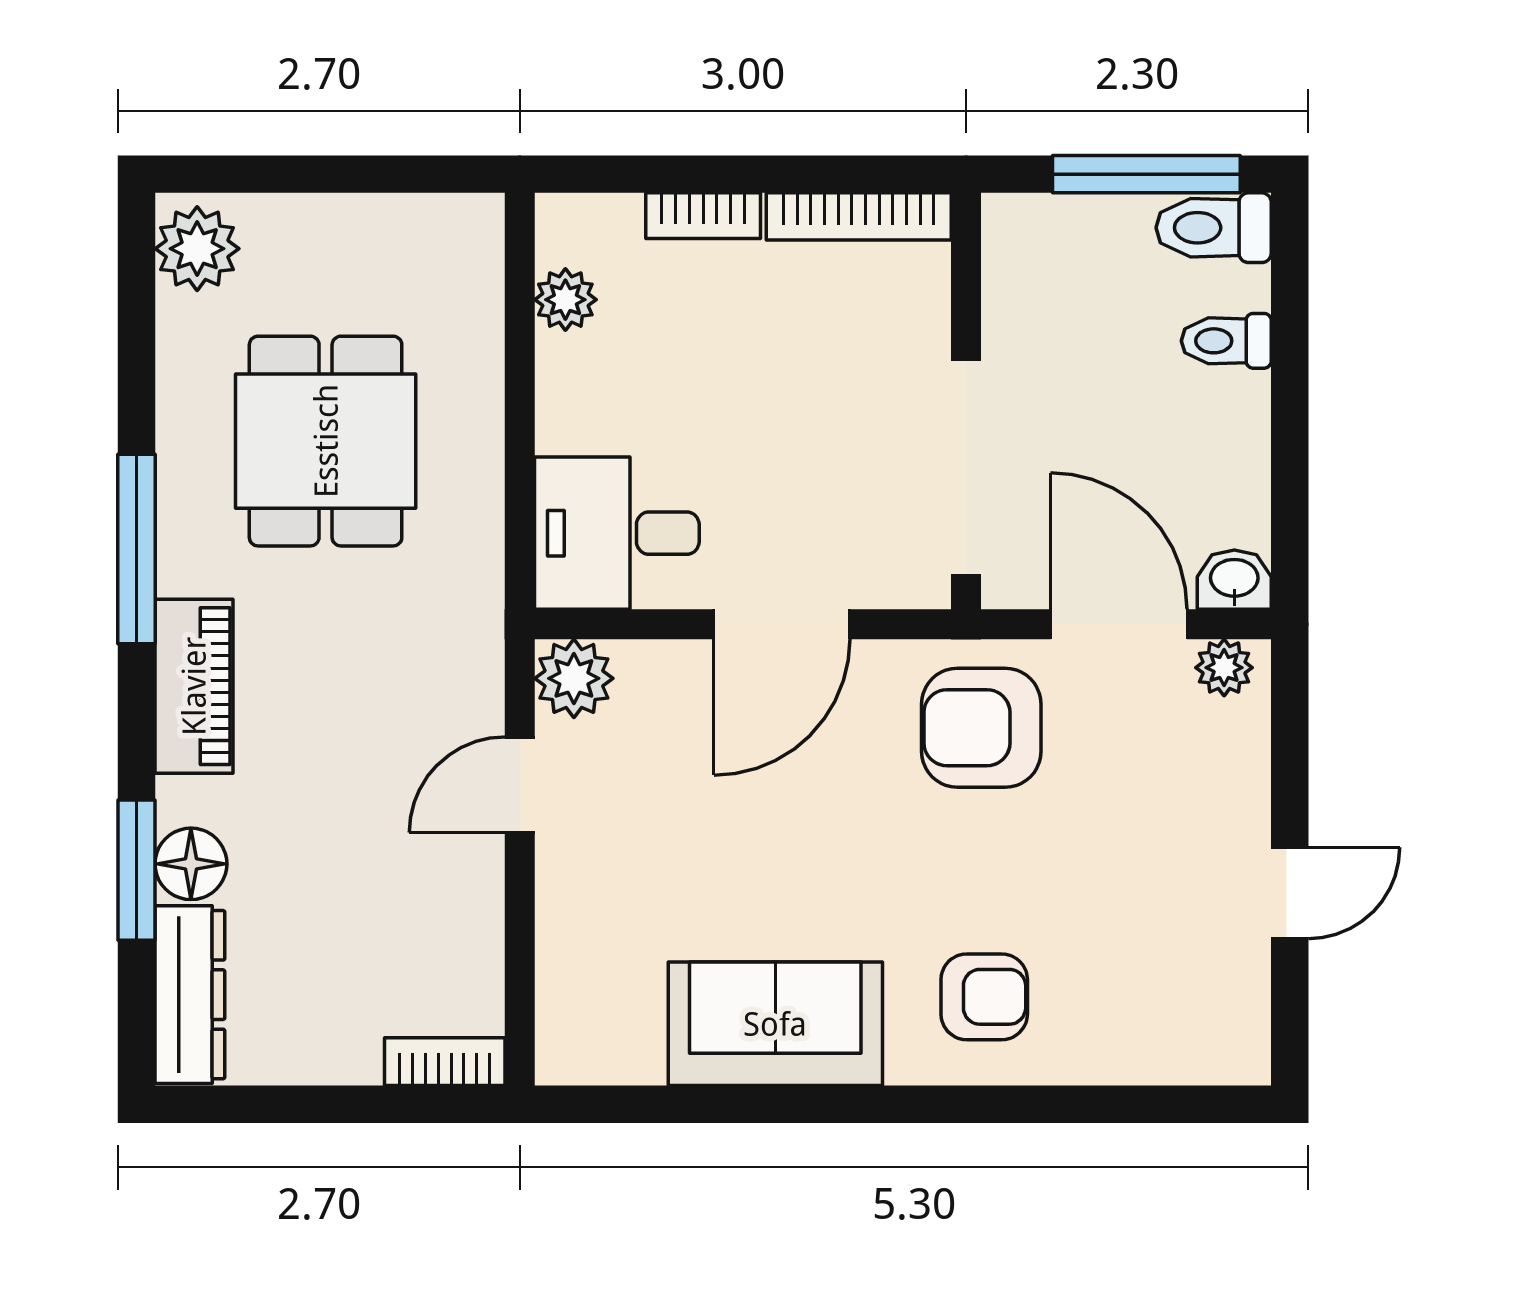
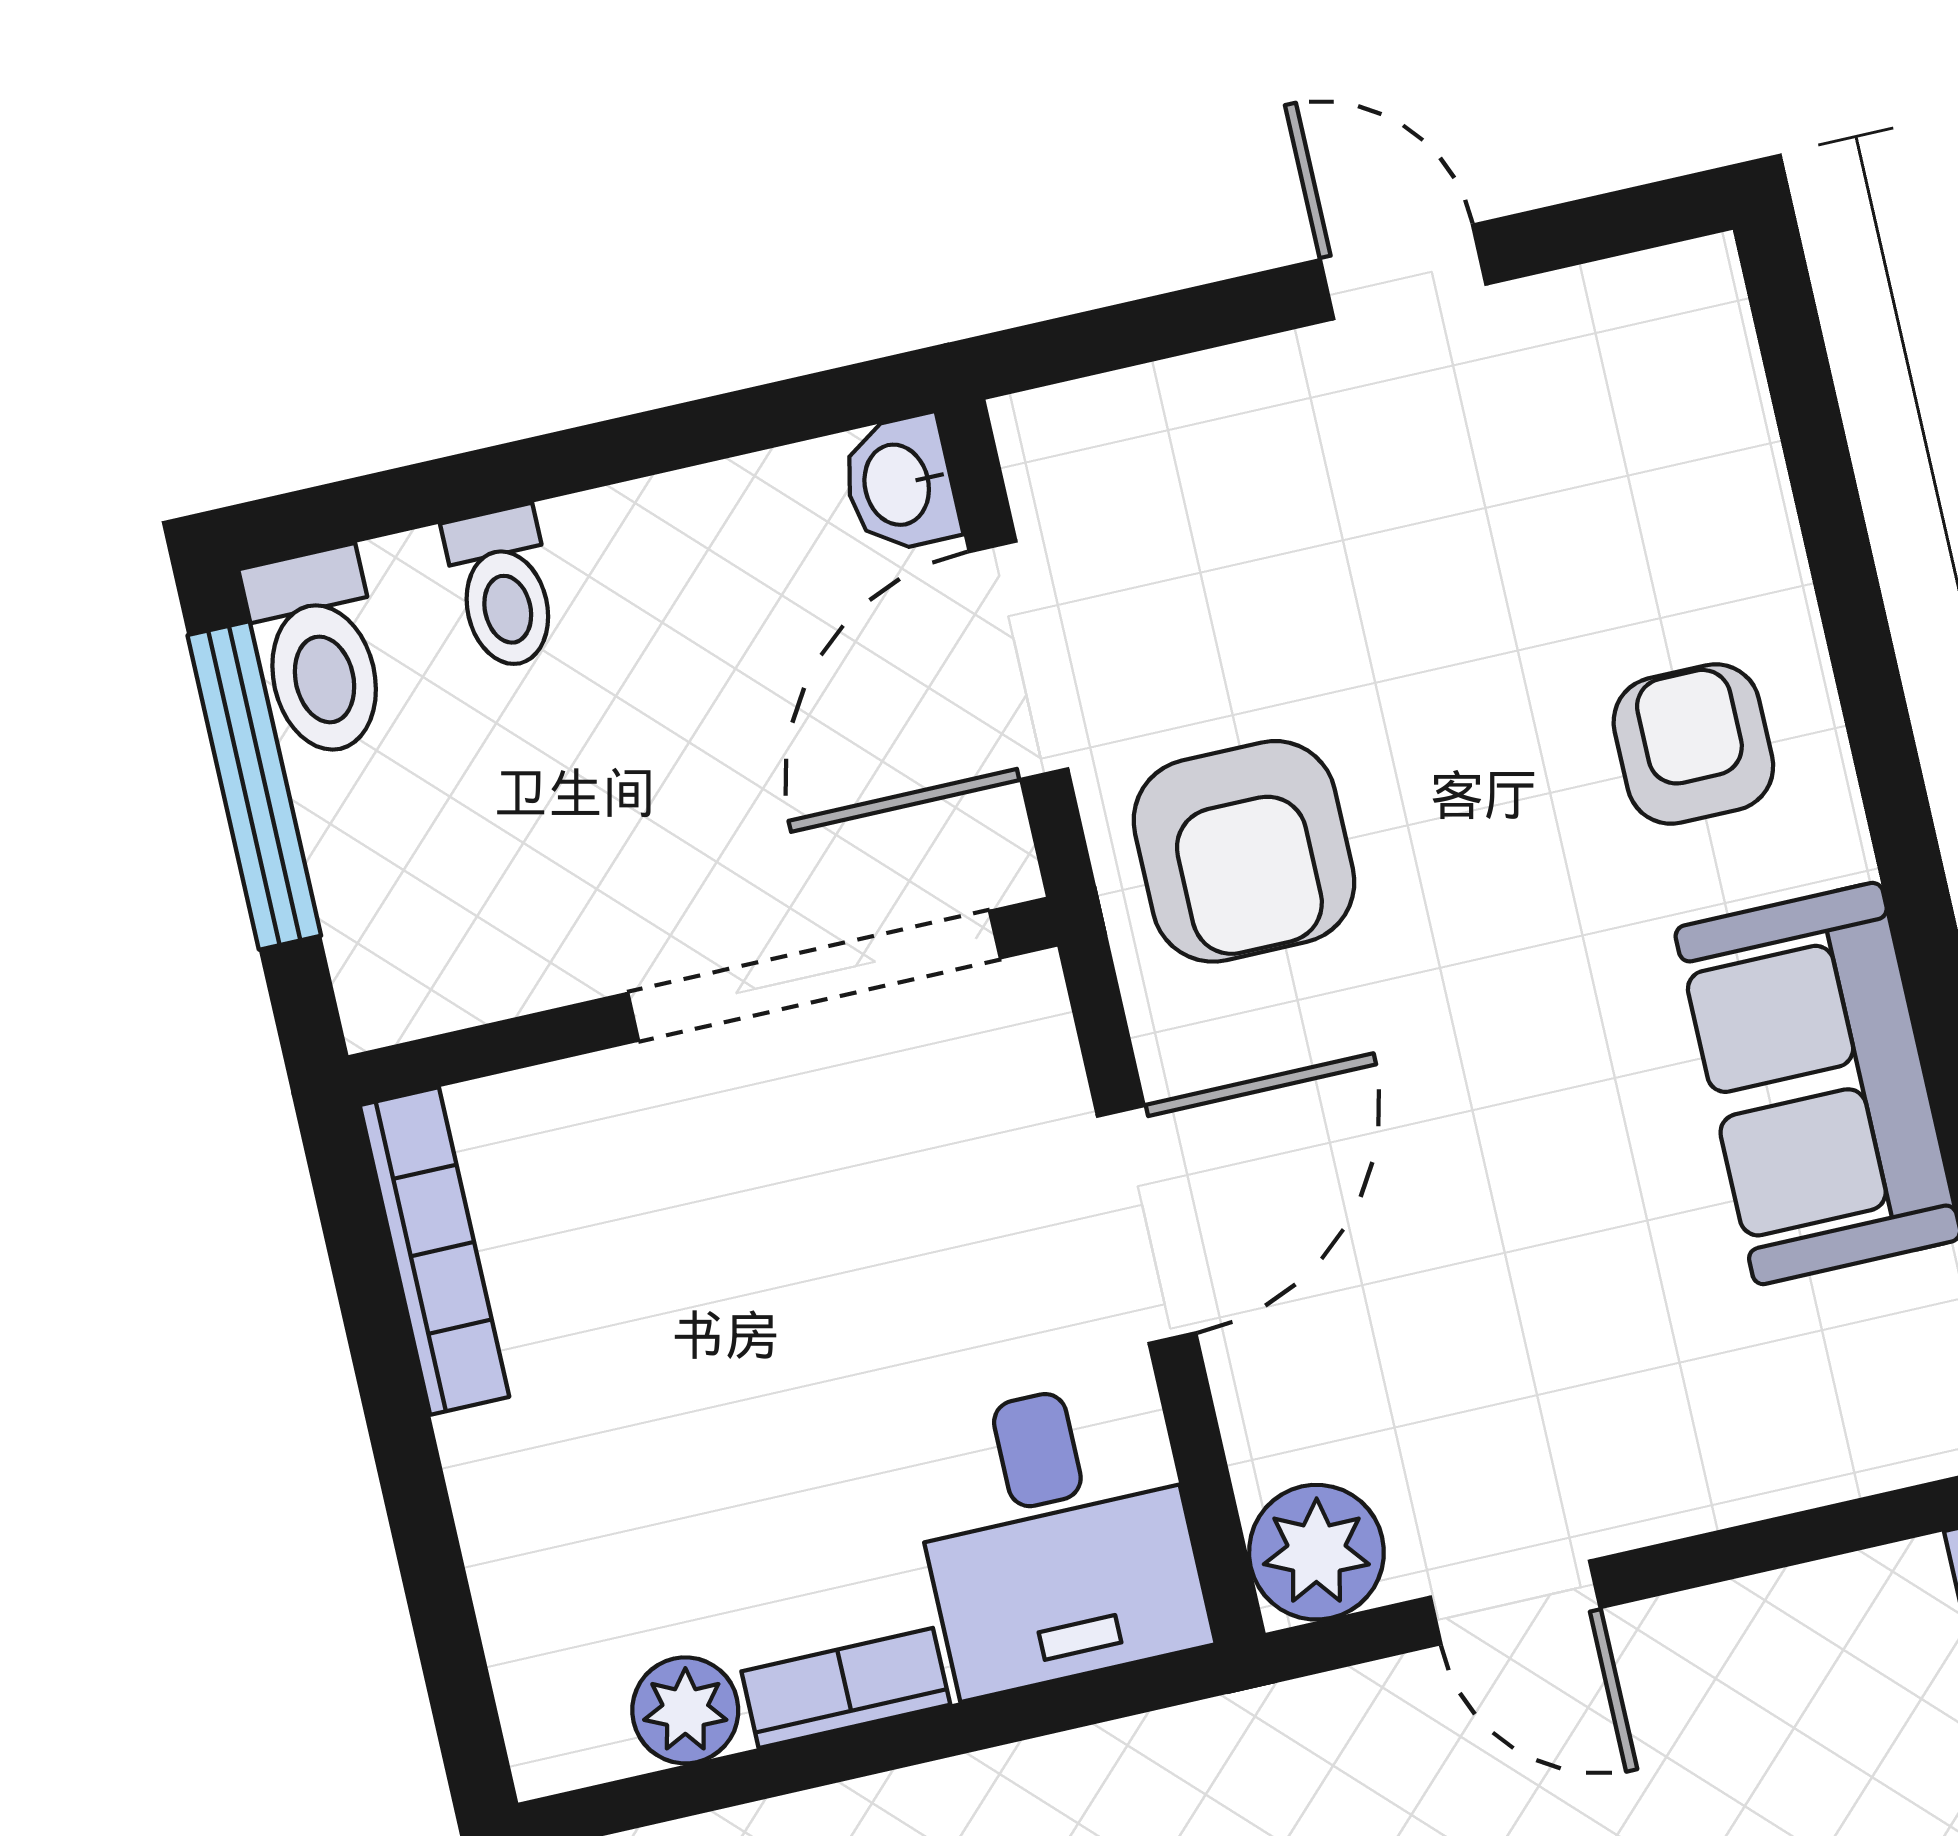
bookcase: (703, 216) -> (846, 1688), moved, turned -90
door: (782, 624) -> (1147, 1225), hinge flipped
plant: (1224, 668) -> (1051, 468), removed

